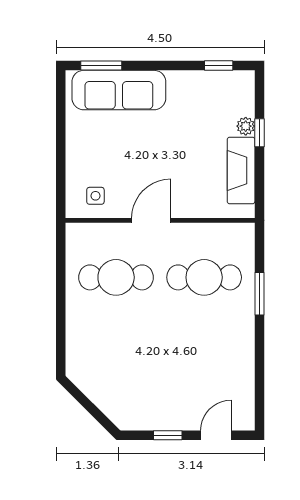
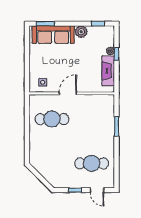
plant: (181, 84) -> (81, 32), added
cafe table: (204, 277) -> (92, 163), moved
door: (216, 435) -> (97, 190), swing flipped

